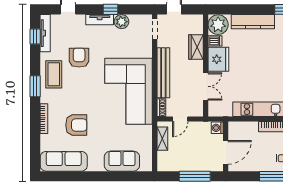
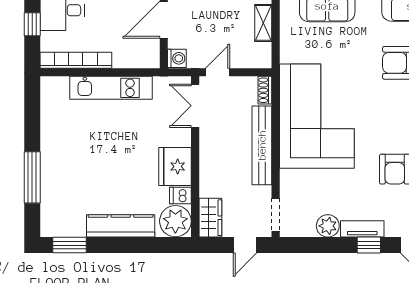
window: (110, 9) -> (369, 245), moved
wardrobe: (196, 47) -> (210, 218), moved
double door: (206, 86) -> (195, 106), moved
door: (180, 119) -> (218, 72), moved
shelving: (162, 139) -> (263, 23), moved

